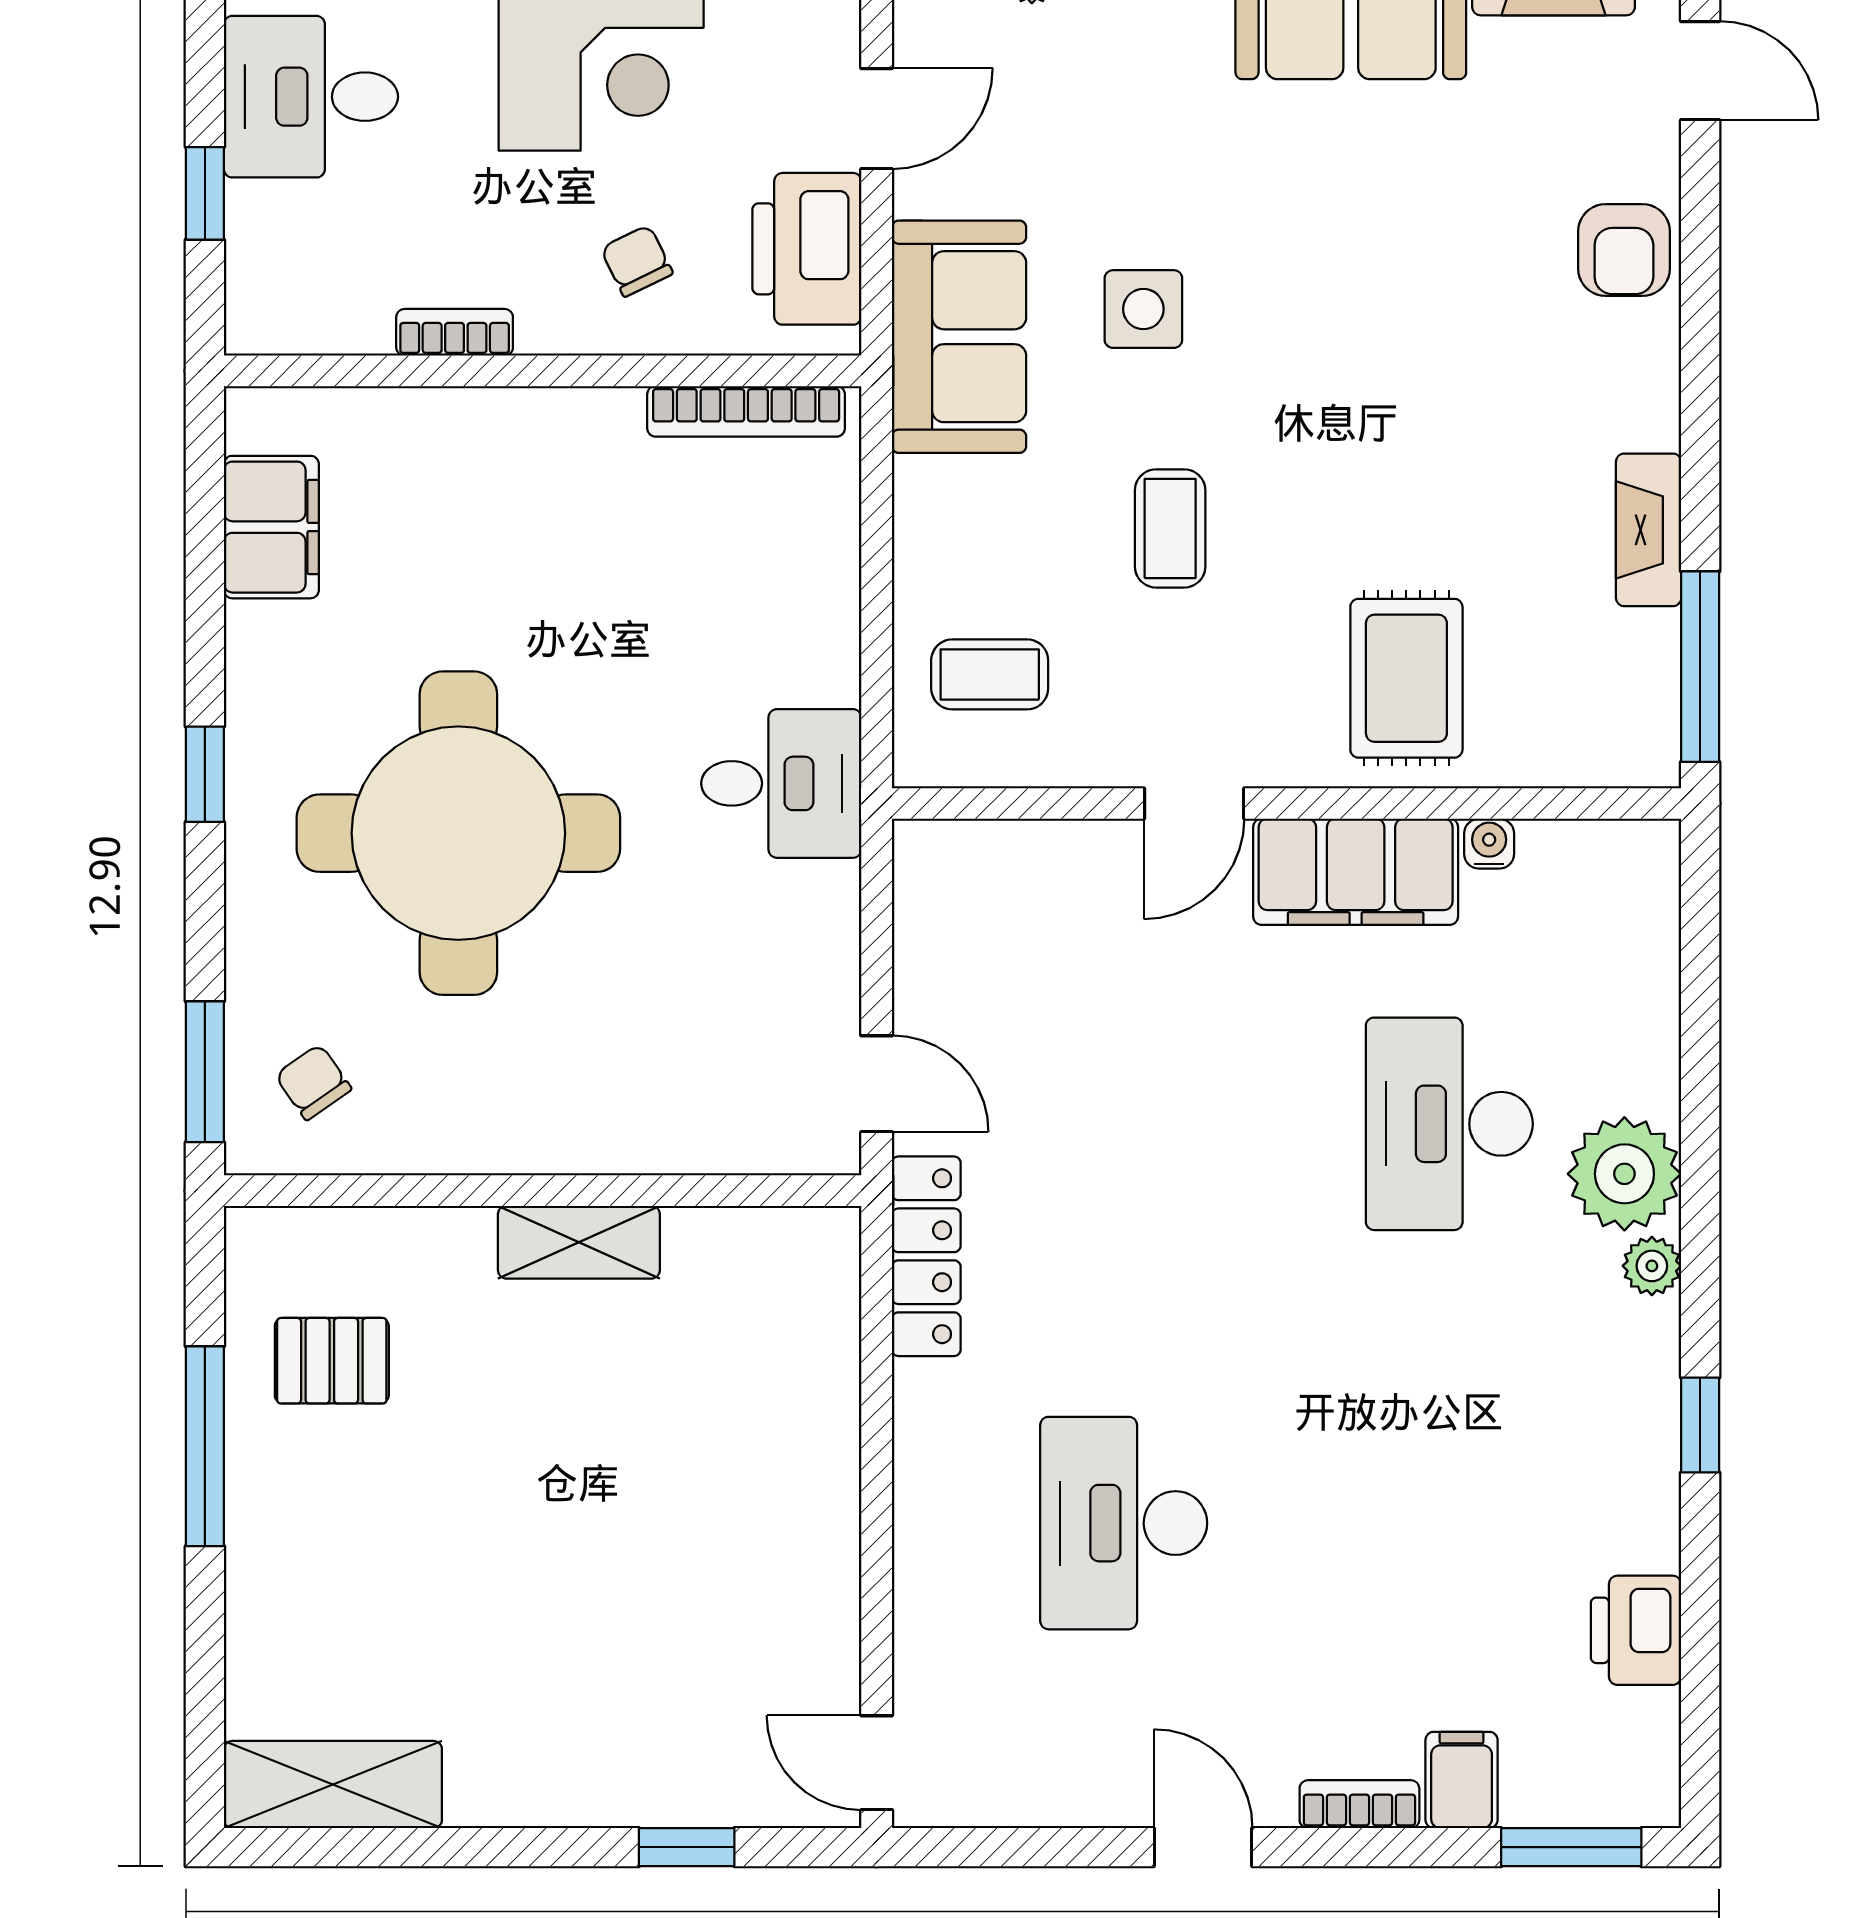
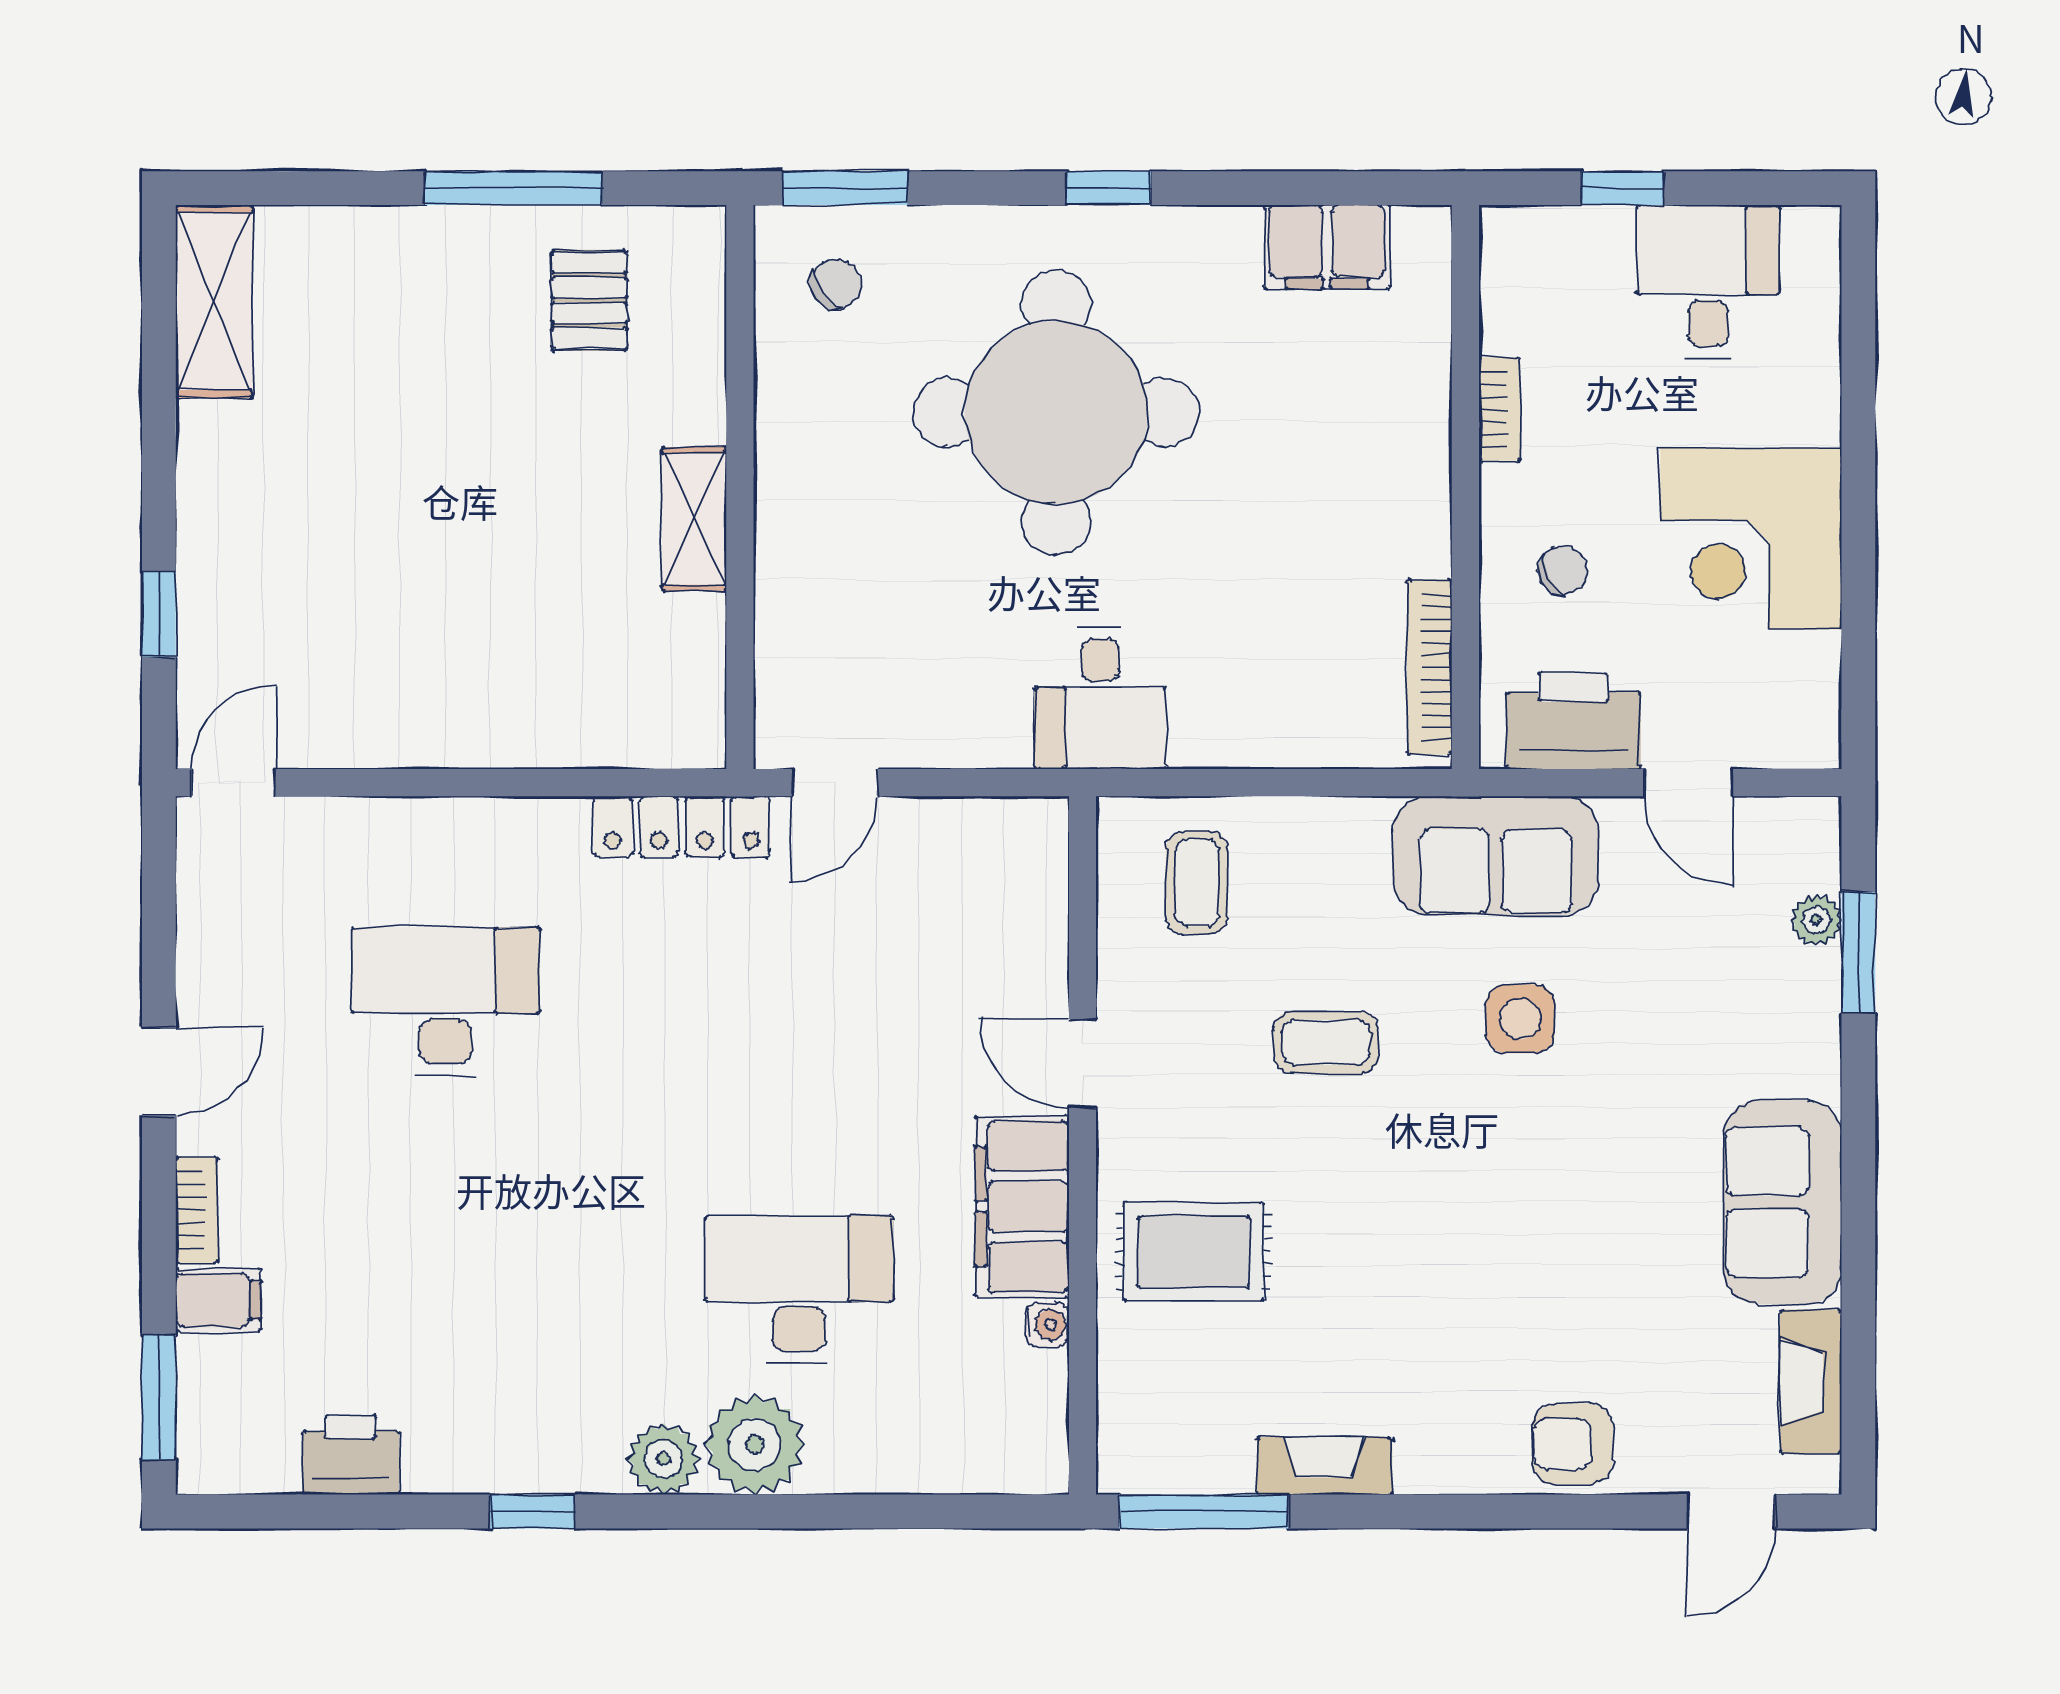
plant: (1652, 1266) -> (663, 1459), width x1.38, depth x1.38

